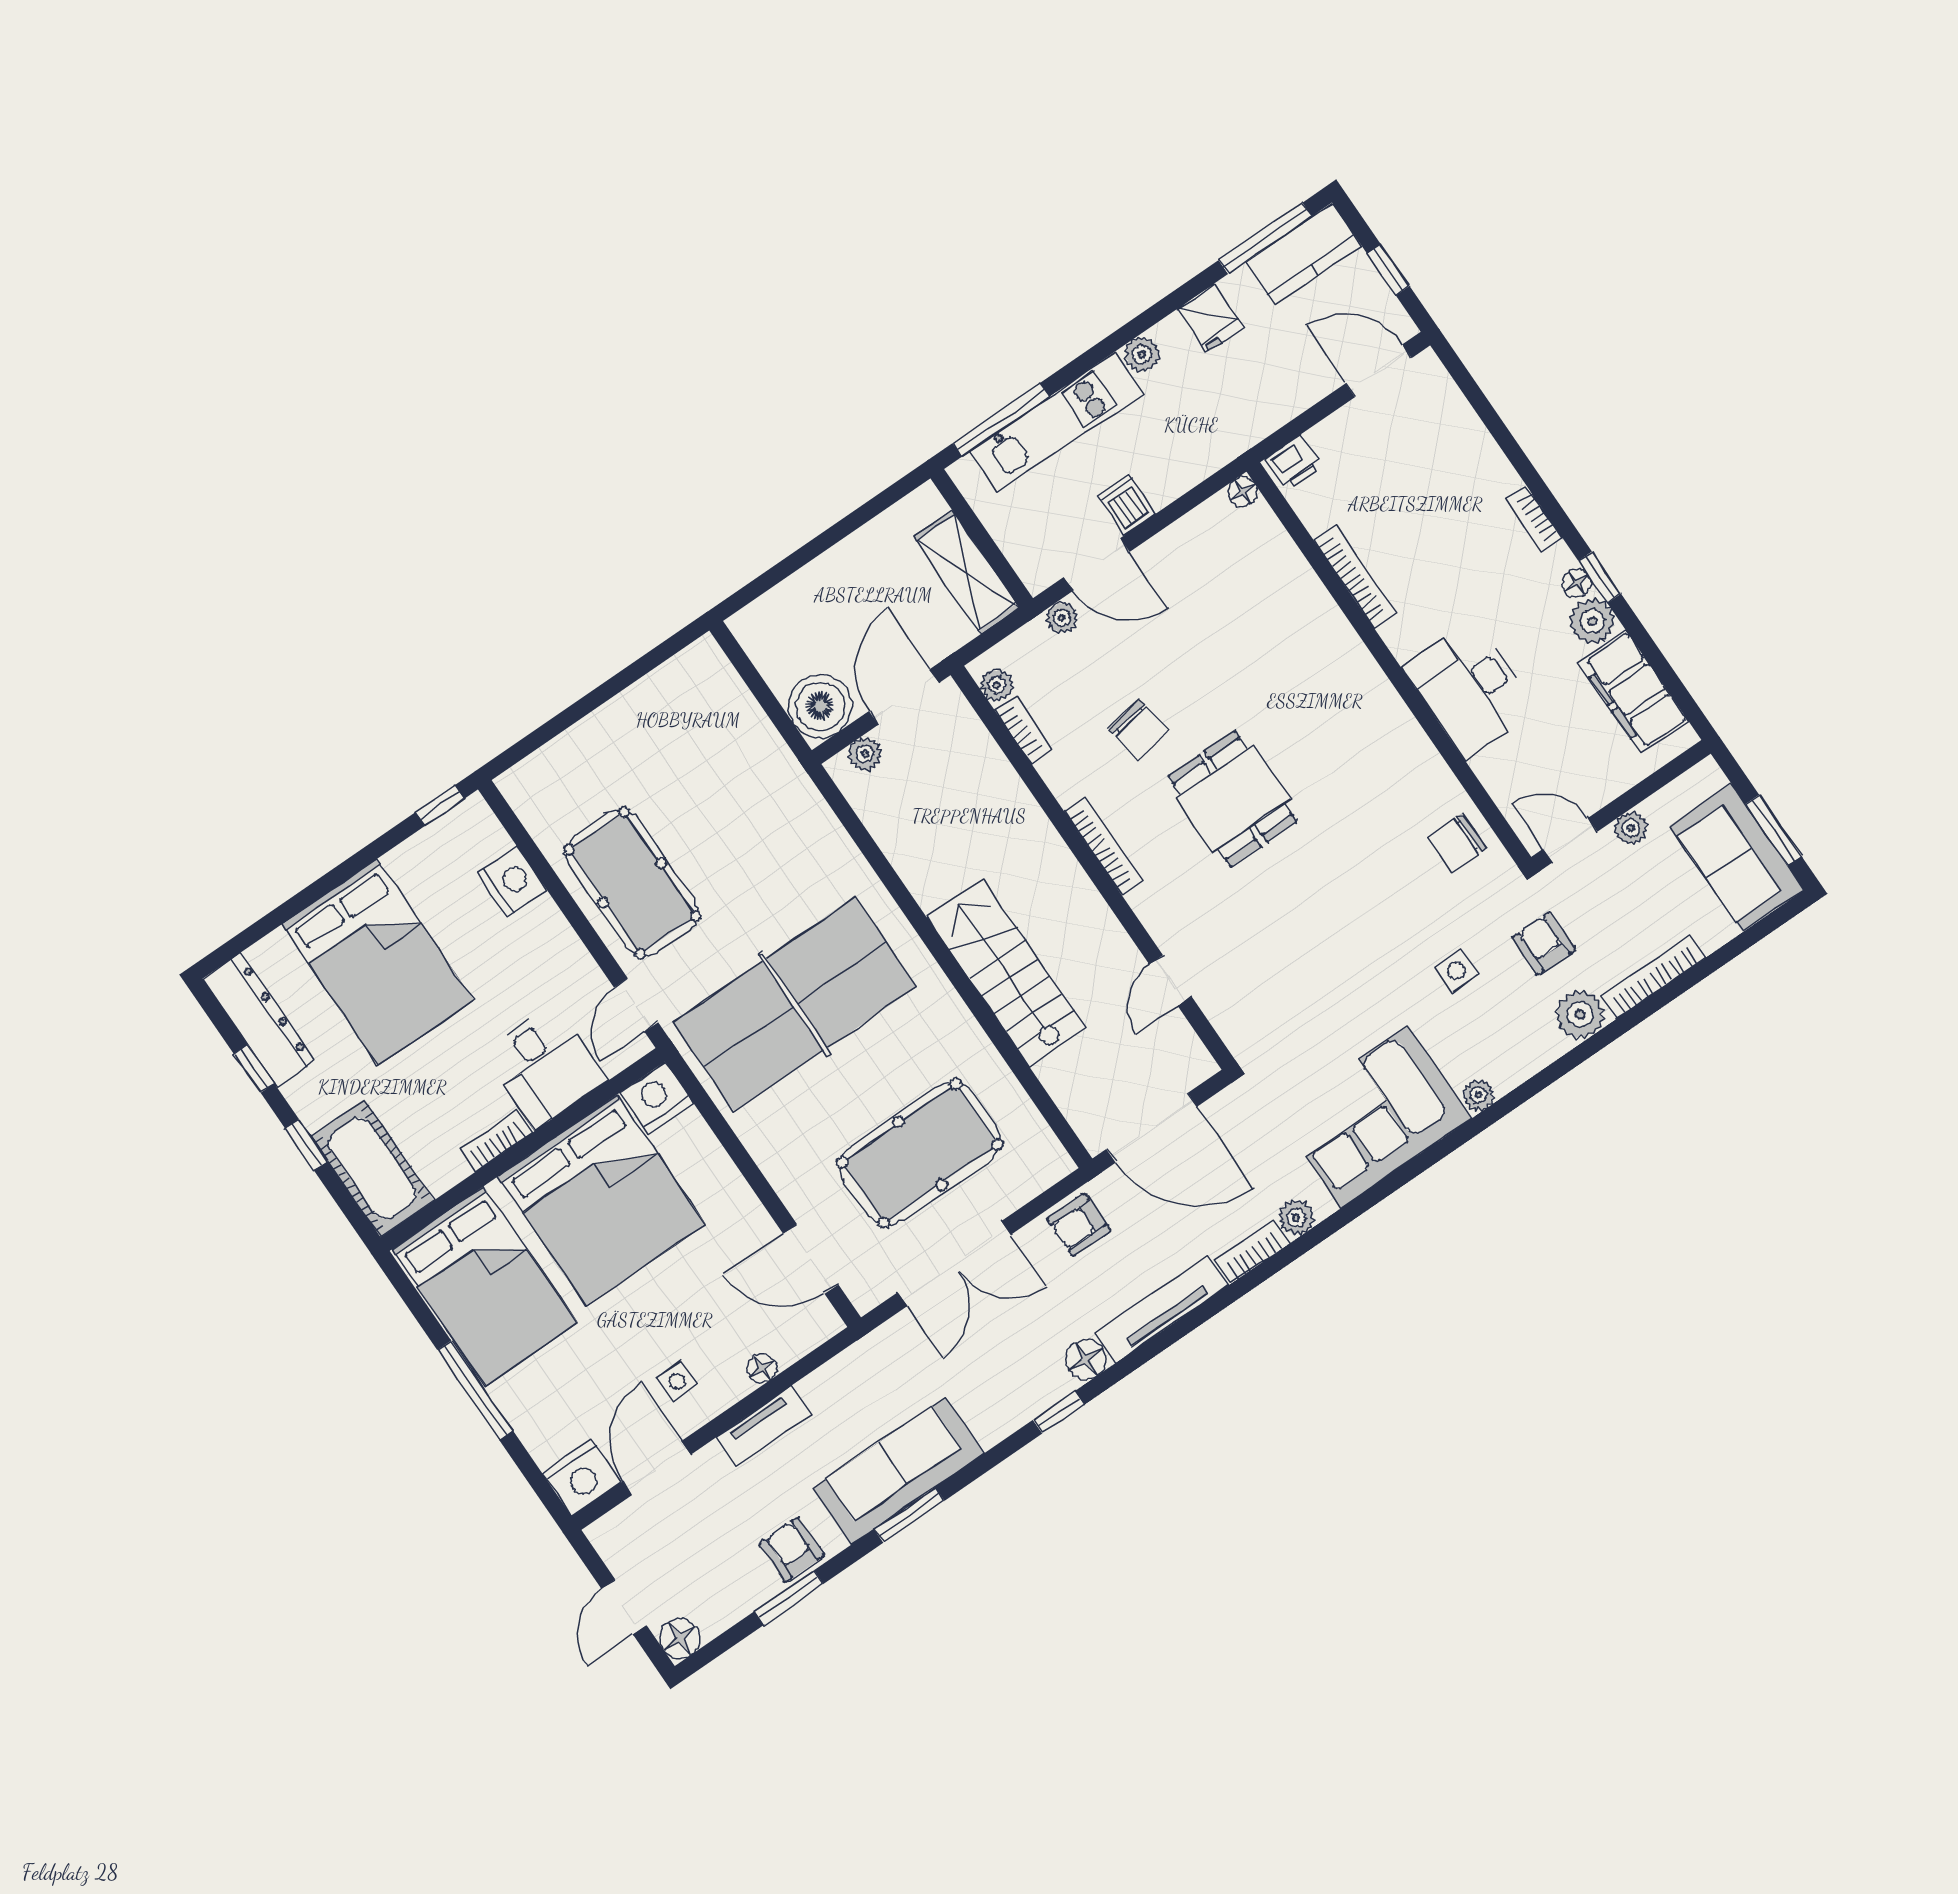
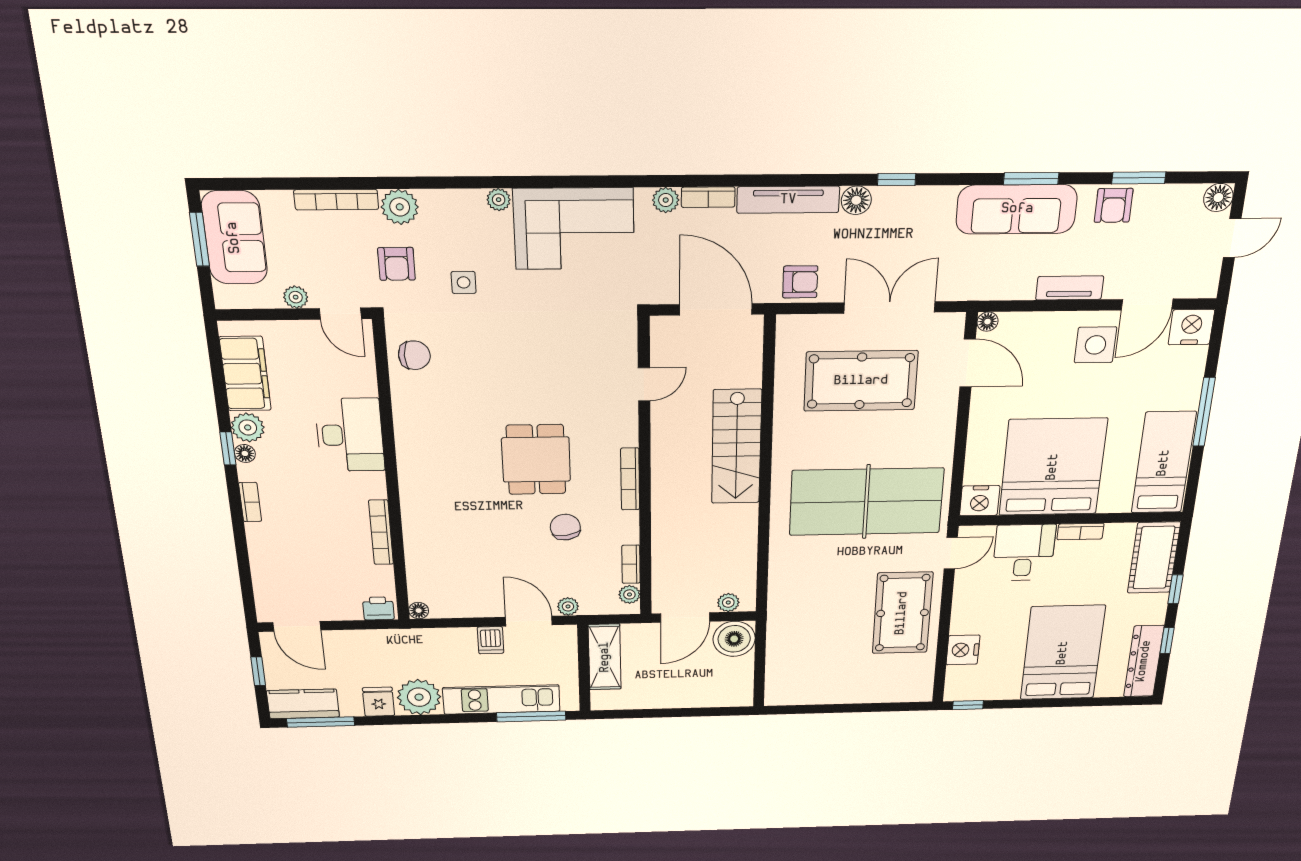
plant: (1142, 354) -> (419, 697), width x1.88, depth x1.88
bed: (485, 1286) -> (1164, 463), width x0.67
floor lamp: (762, 1368) -> (988, 322), moved
side table: (677, 1381) -> (1095, 345), width x1.87, depth x1.87

